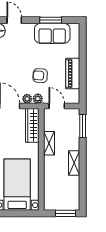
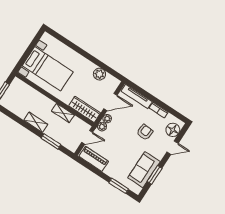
window: (83, 47) -> (119, 186), added
piano: (73, 73) -> (94, 159), moved
armchair: (40, 76) -> (145, 132), moved
window: (83, 126) -> (51, 141), moved

